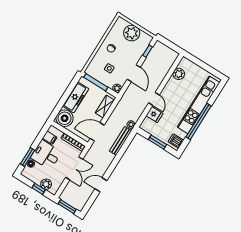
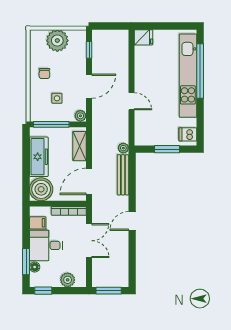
door: (134, 73) -> (89, 86), hinge flipped
plant: (179, 74) -> (142, 54), removed
fridge: (154, 115) -> (144, 37), moved
window: (199, 121) -> (200, 71), moved
door: (101, 185) -> (132, 221), moved
window: (39, 189) -> (43, 291), moved

